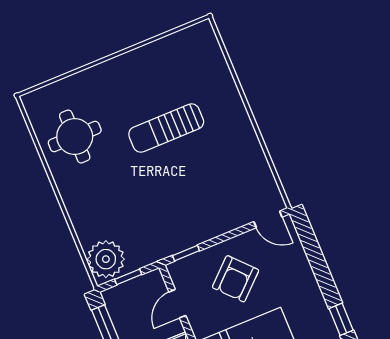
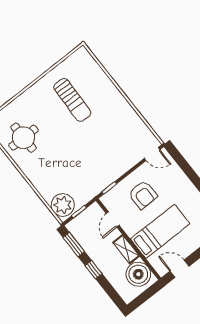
sun lounger: (166, 128) -> (72, 100), moved, turned -88
armchair: (236, 279) -> (143, 195), turned -47

